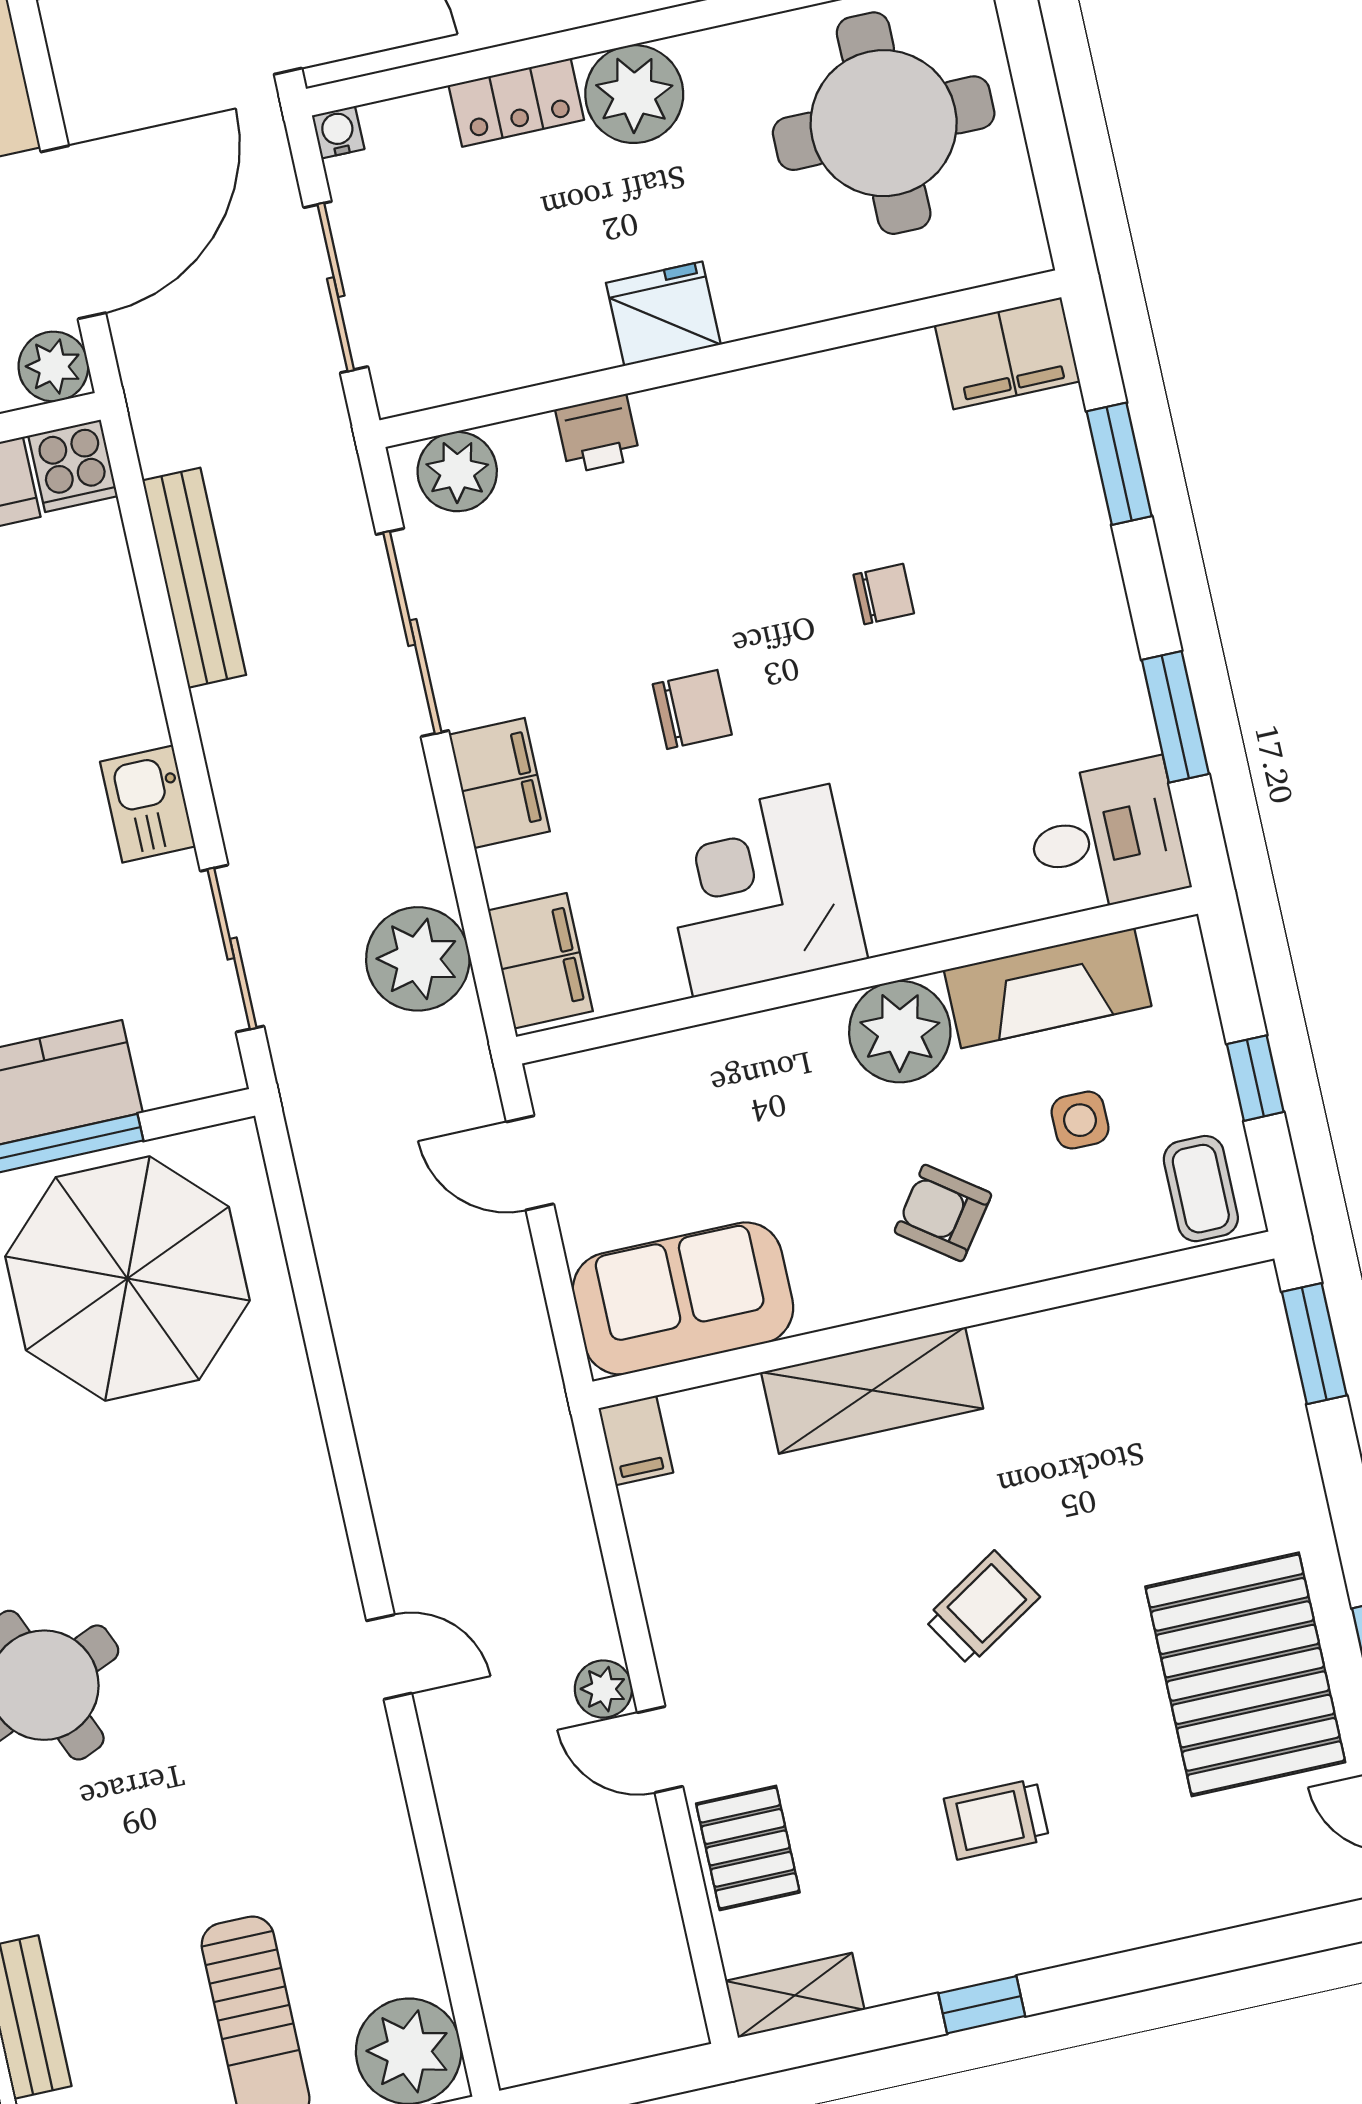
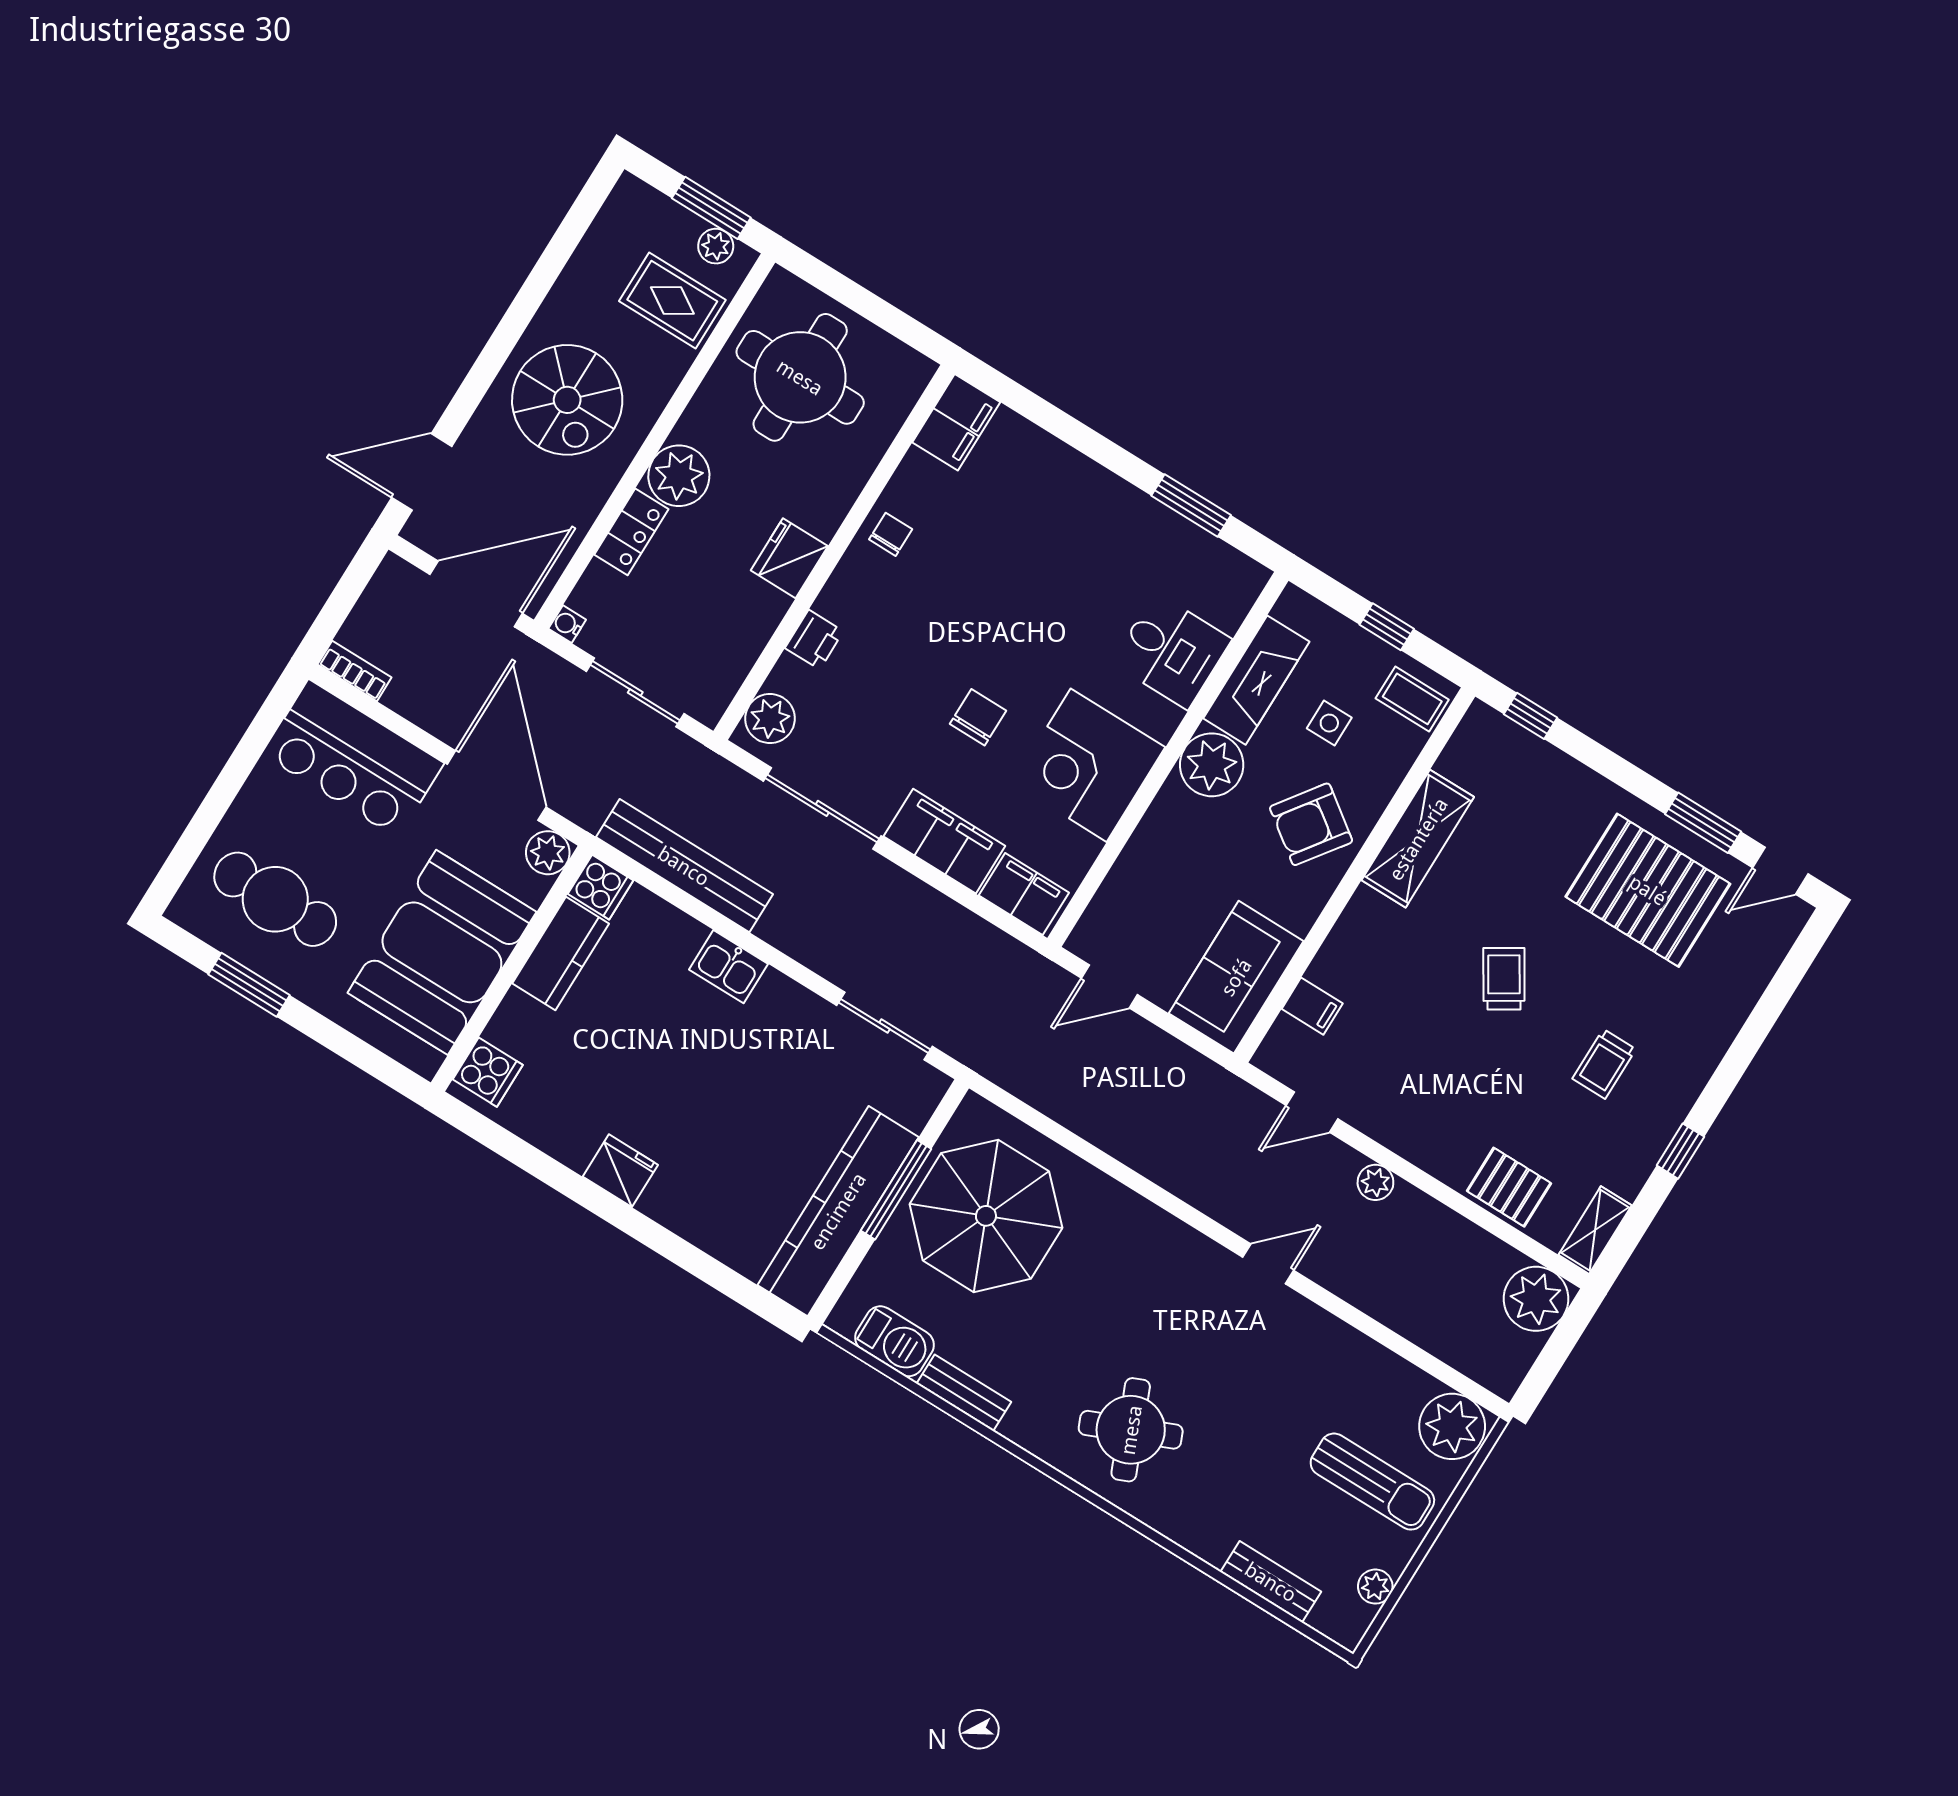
window: (1119, 464) -> (1054, 420), removed
bench: (194, 578) -> (684, 866), width x1.37, depth x1.21
chair: (884, 594) -> (891, 534), moved
filing cabinet: (499, 783) -> (944, 841), width x1.50, depth x1.17
kitchen sink: (148, 804) -> (729, 967), moved
desk: (1106, 837) -> (1172, 651), moved, turned 90
plant: (418, 959) -> (1536, 1299), moved
armchair: (943, 1213) -> (1311, 824), width x1.38, depth x1.38
window: (1314, 1344) -> (1531, 716), width x0.67
shelving: (872, 1390) -> (1418, 839), moved
filing cabinet: (636, 1440) -> (1312, 1006), moved
door: (660, 1749) -> (1312, 1112), moved

